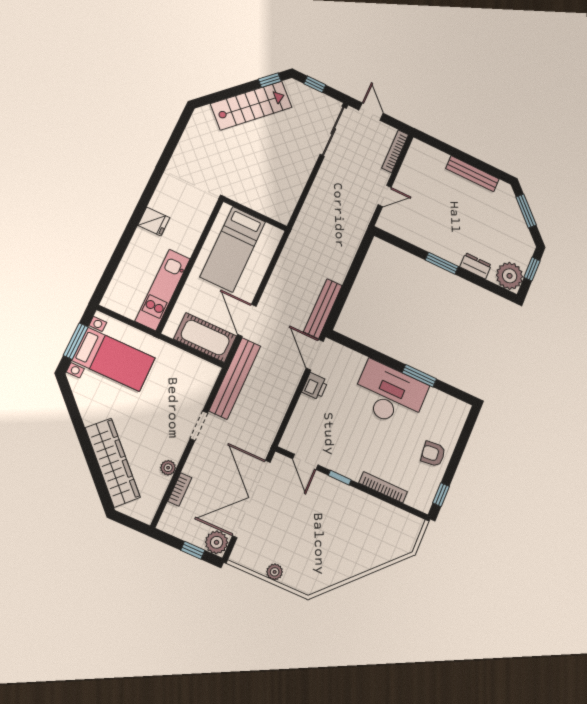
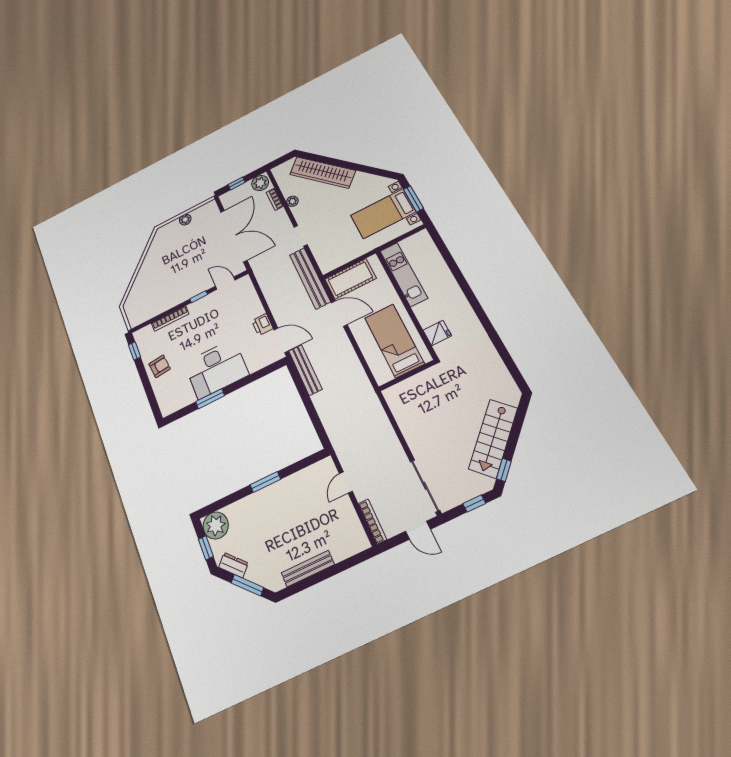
fridge: (154, 221) -> (437, 333), moved, turned 180
dresser: (476, 266) -> (233, 565), moved, turned -135
plant: (217, 542) -> (260, 183), moved

